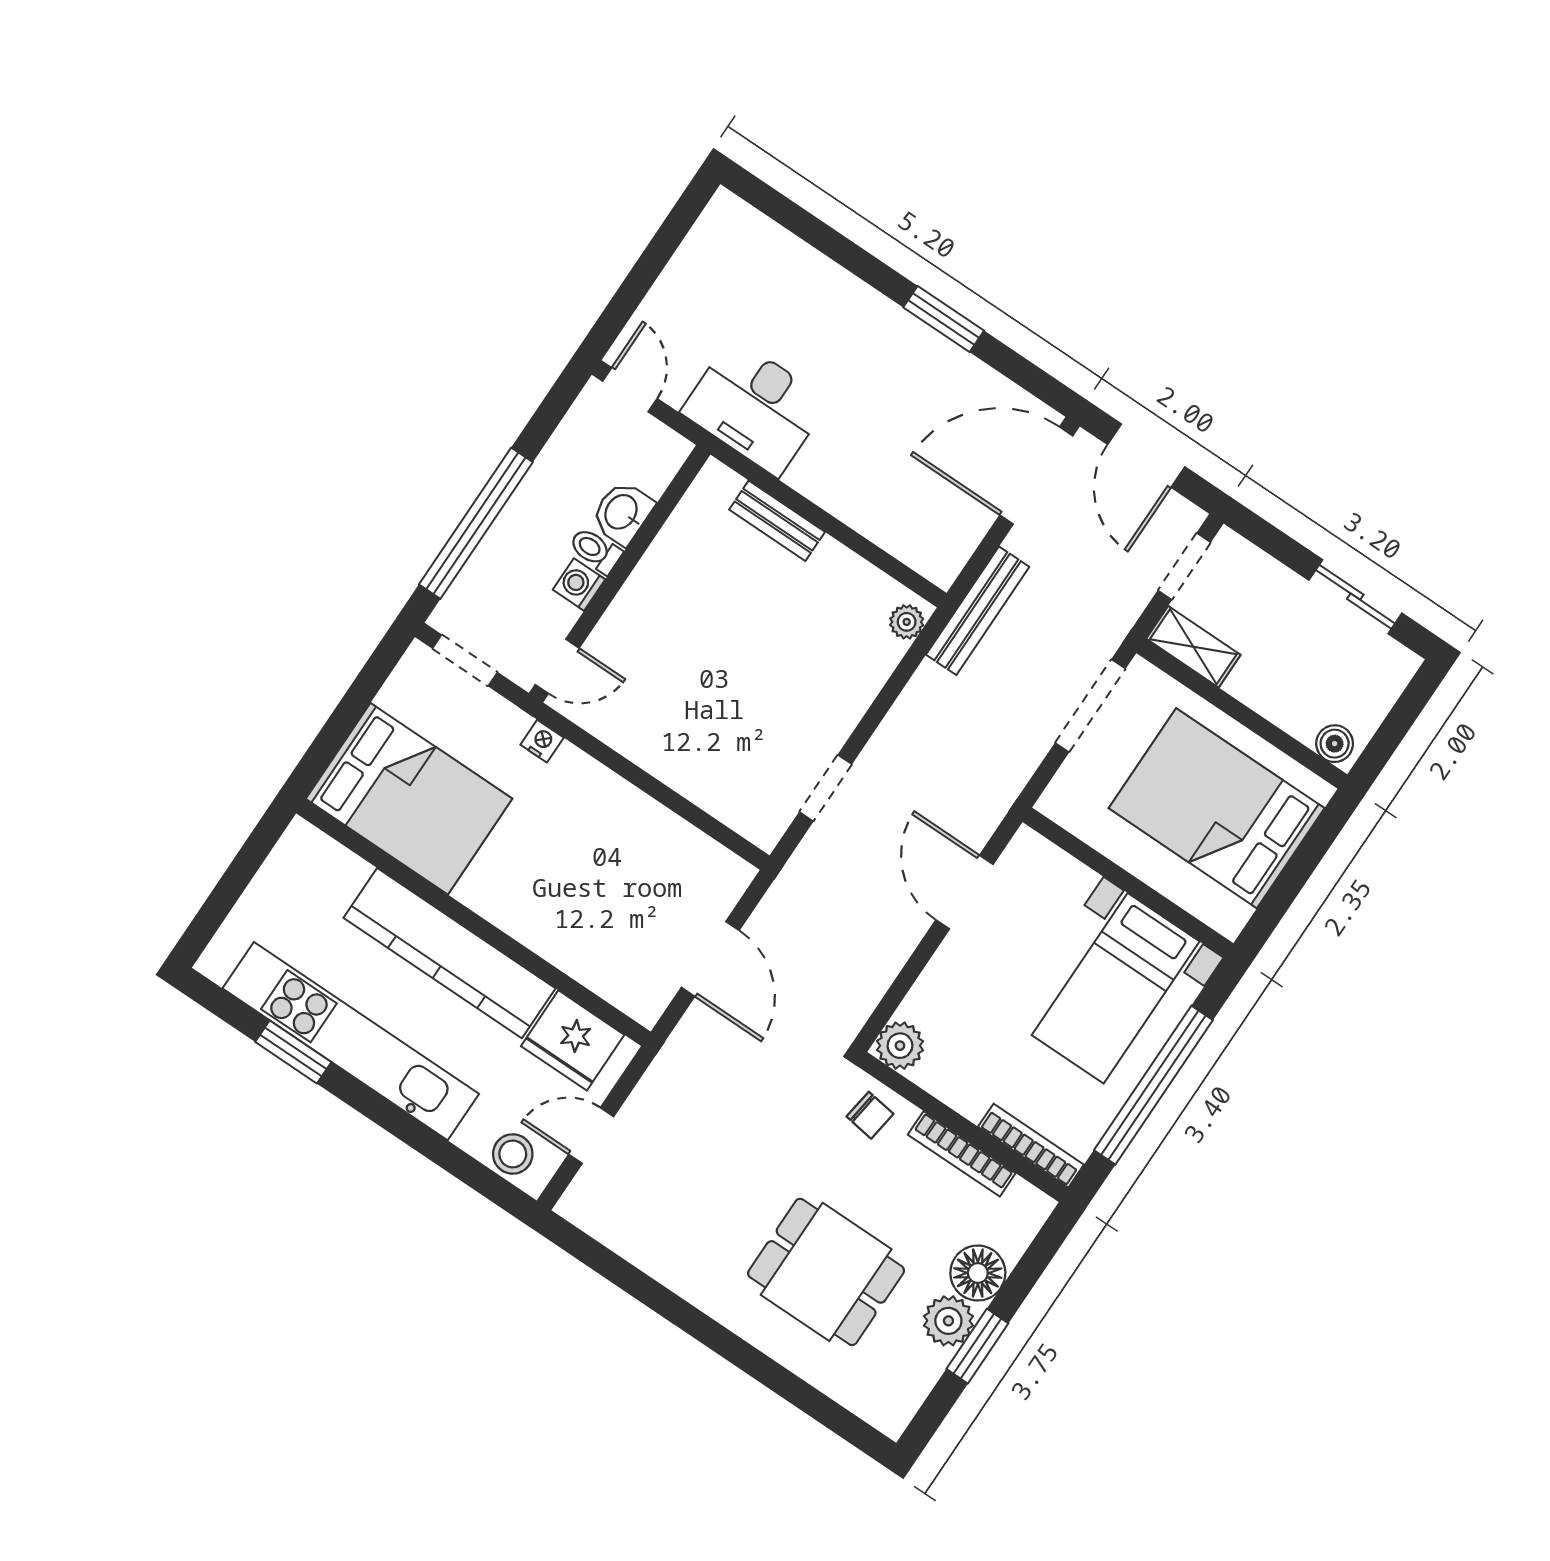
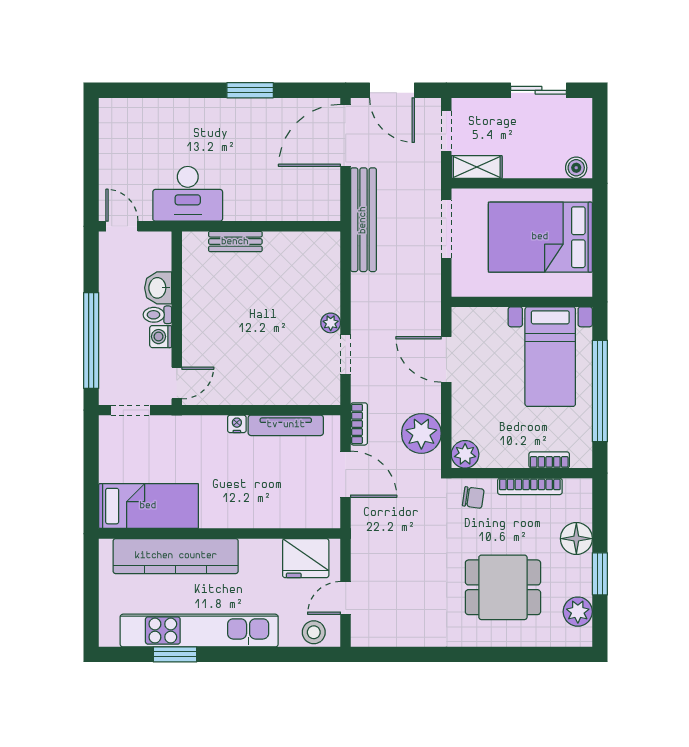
bench: (978, 611) -> (363, 220), width x1.37, depth x1.21
plant: (907, 622) -> (331, 323), moved
nightstand: (542, 741) -> (237, 424), moved
bed: (409, 799) -> (148, 506), width x0.67
tv unit: (672, 832) -> (286, 425), added
bookcase: (778, 900) -> (359, 424), added
kitchen counter: (449, 953) -> (176, 556), moved
plant: (858, 974) -> (421, 433), added
bookcase: (1031, 1146) -> (549, 460), width x0.64
plant: (948, 1321) -> (578, 612), moved

